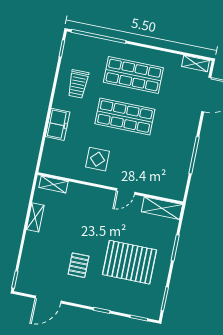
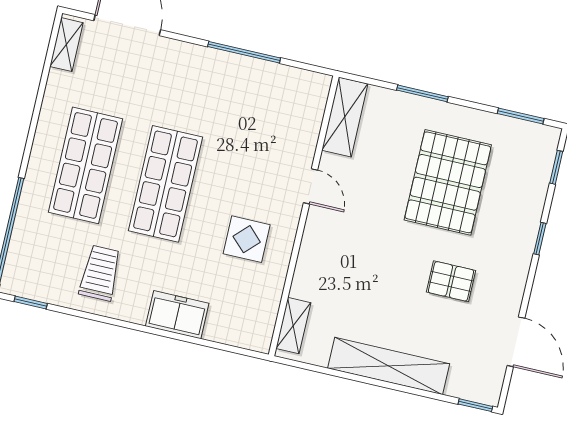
trolley: (78, 84) -> (100, 273), turned -90
shelving: (35, 217) -> (389, 366), width x2.20, depth x1.33

